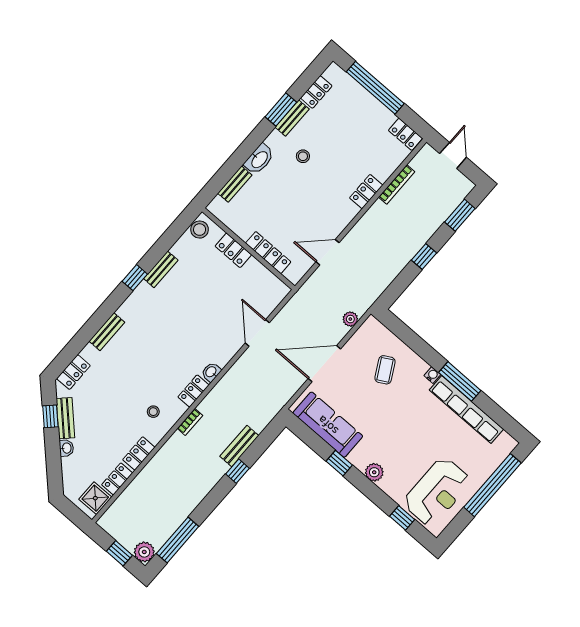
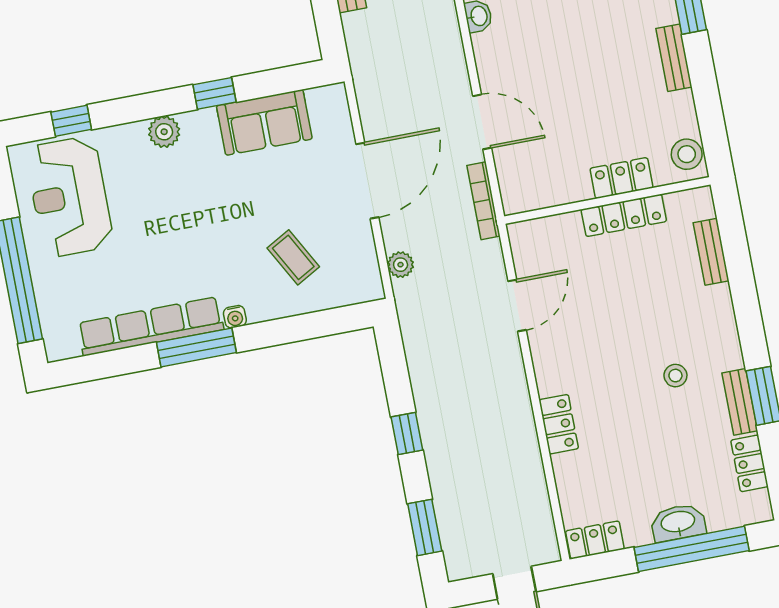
washbasin: (259, 159) -> (678, 523), moved, turned 90
bookcase: (397, 184) -> (483, 201), moved
locker: (268, 253) -> (624, 215), moved
sofa: (328, 425) -> (264, 122), width x0.73

